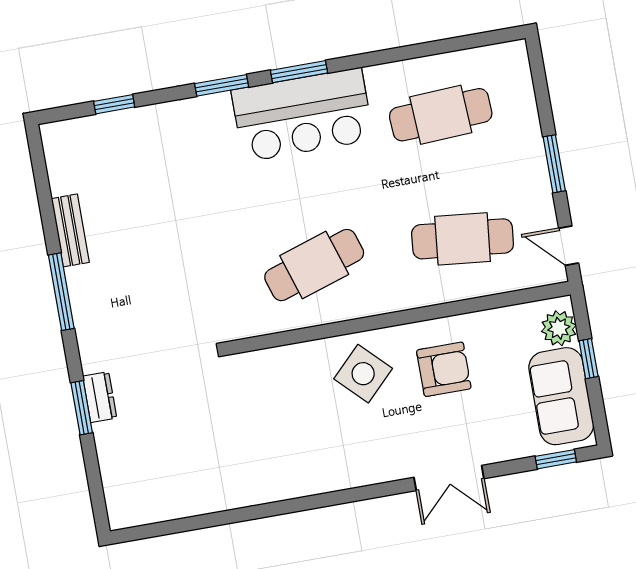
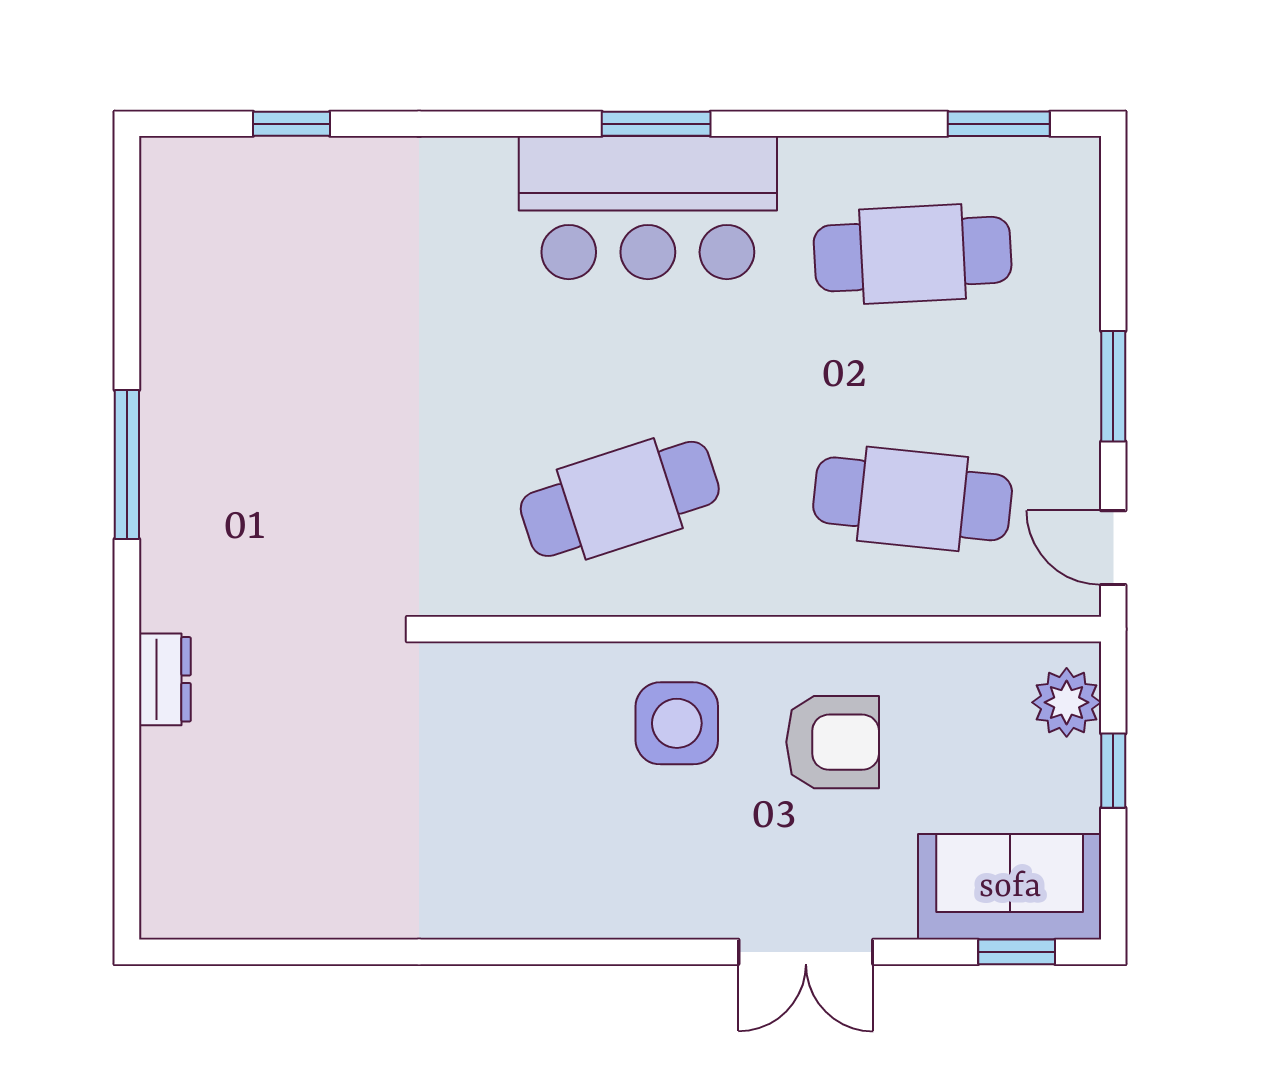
window: (222, 85) -> (999, 124), moved
bench: (70, 230) -> (165, 350), removed
side table: (363, 374) -> (677, 723), turned 45
sofa: (561, 396) -> (1010, 887), moved, turned 90
window: (82, 408) -> (127, 694), removed

